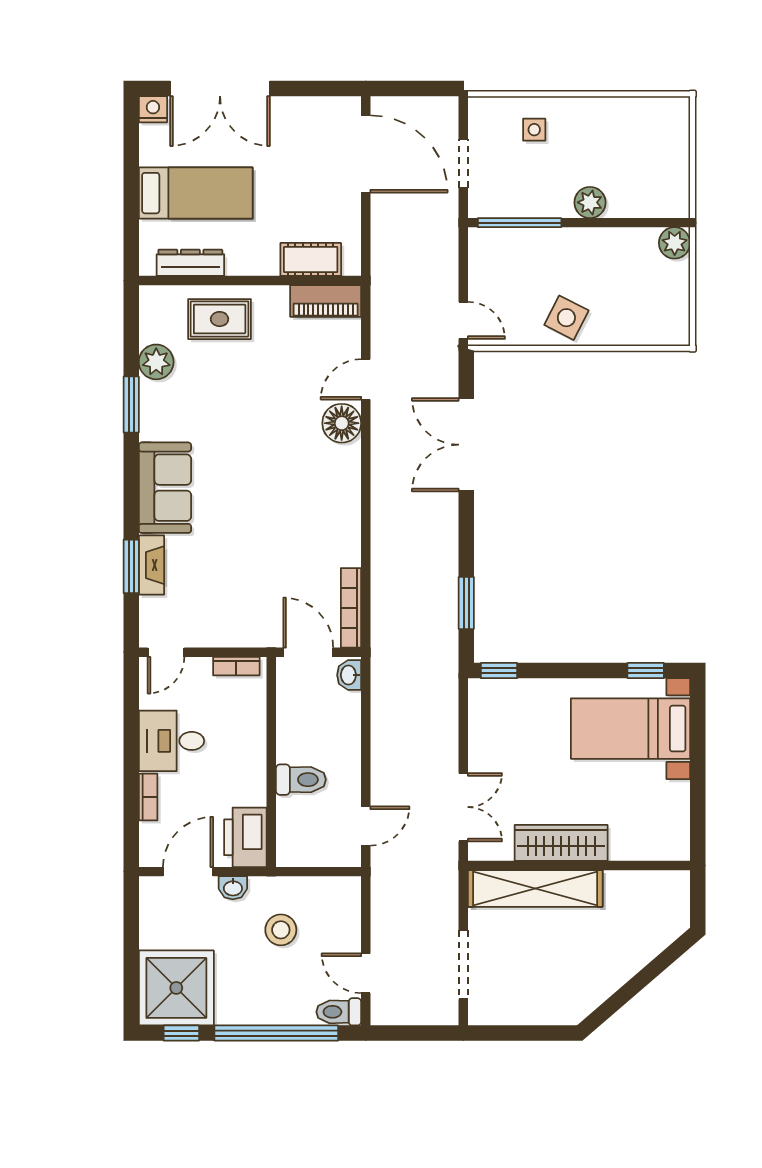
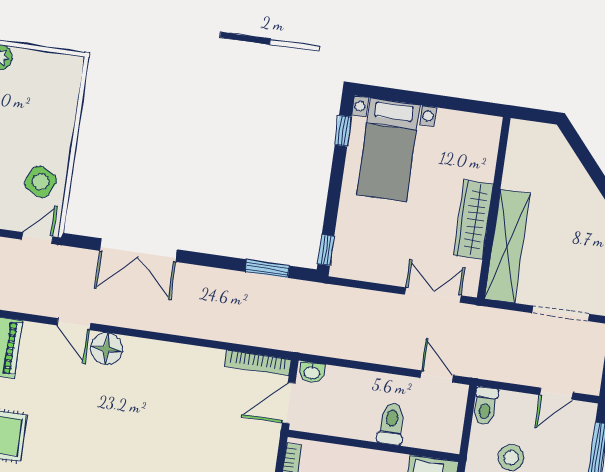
side table: (566, 318) -> (41, 182), moved
toilet: (339, 1012) -> (485, 406), moved

